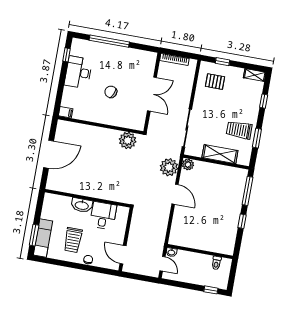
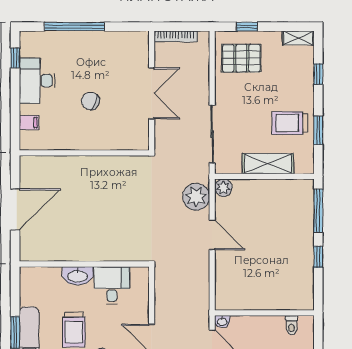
pallet: (215, 82) -> (241, 58), width x1.50, depth x1.42
filing cabinet: (66, 112) -> (29, 123), moved
plant: (128, 140) -> (128, 168), removed

